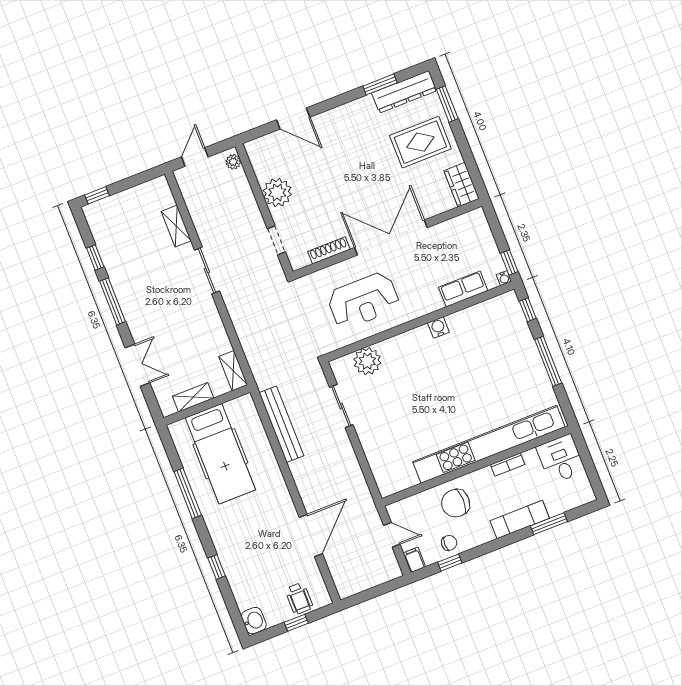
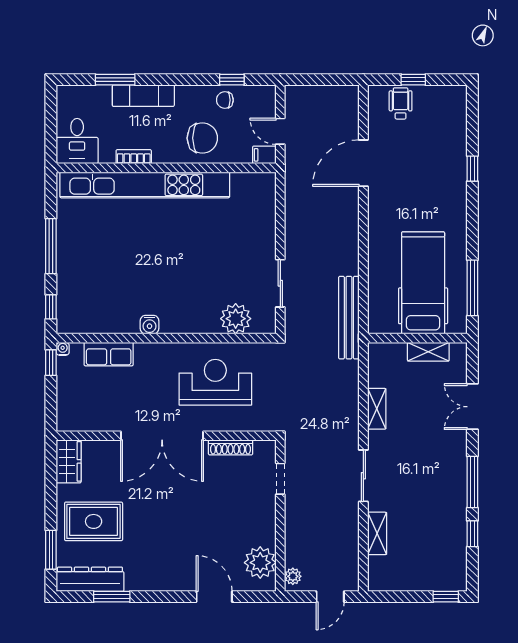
plant: (277, 192) -> (260, 563), moved
shelving: (233, 371) -> (377, 409), moved
bench: (281, 424) -> (349, 318), moved
window: (188, 493) -> (472, 288), moved
filing cabinet: (414, 560) -> (264, 155), moved, turned 90
washbasin: (254, 621) -> (456, 99), removed

